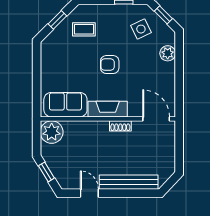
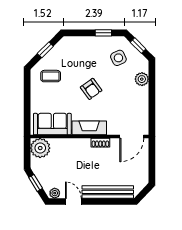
coffee table: (84, 29) -> (51, 76), moved
armchair: (110, 65) -> (91, 89), turned -126
door: (156, 119) -> (132, 137), swing flipped
plant: (68, 184) -> (55, 193), added

